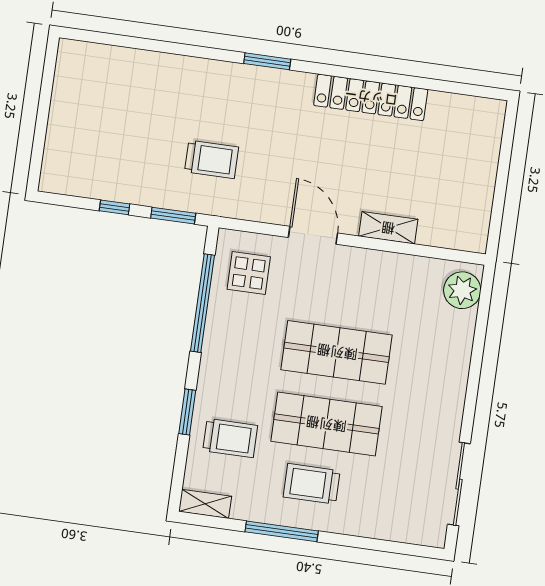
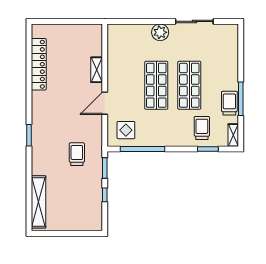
shelving: (120, 62) -> (38, 202), added
locker: (371, 97) -> (39, 64), moved
plant: (462, 290) -> (160, 32), moved
window: (187, 412) -> (208, 149), moved
trolley: (312, 484) -> (229, 103), moved, turned 180
sliding door: (459, 484) -> (194, 21), moved

